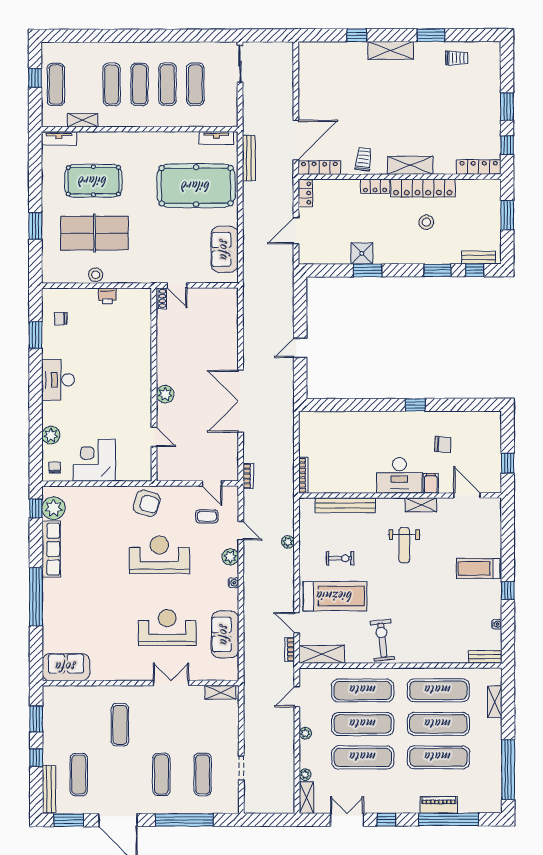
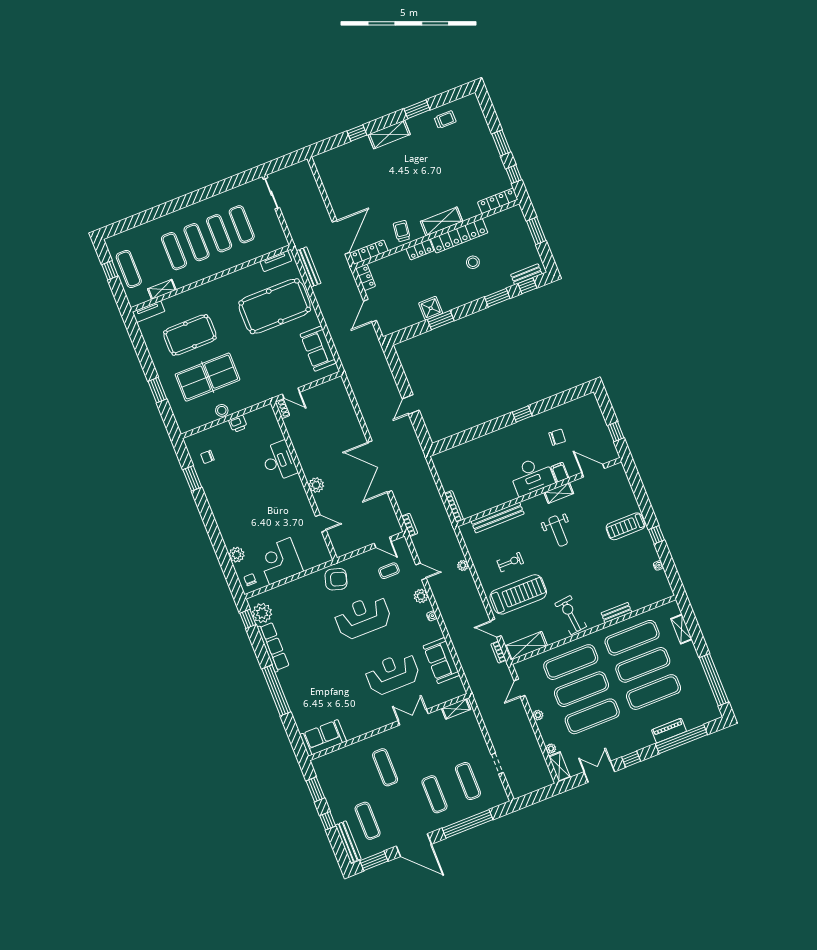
desk: (58, 380) -> (279, 461), moved, turned 180
bench: (485, 657) -> (616, 613), moved

